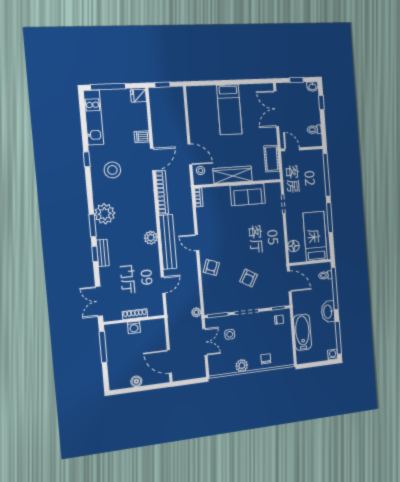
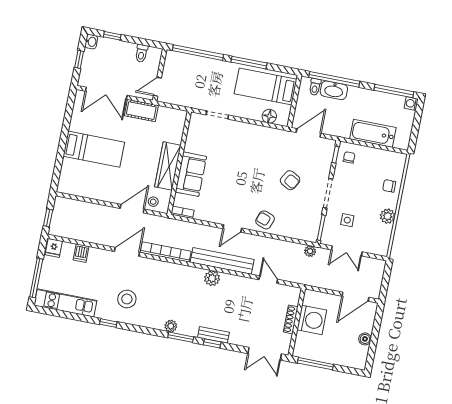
dishwasher: (142, 137) -> (81, 253), moved
door: (153, 159) -> (127, 252), hinge flipped
cot: (272, 159) -> (141, 111), moved
sofa: (248, 194) -> (191, 174), moved
plant: (105, 214) -> (171, 326), width x0.53, depth x0.53
washbasin: (328, 312) -> (334, 90), moved
washing machine: (134, 327) -> (312, 320), width x1.89, depth x1.89
double door: (205, 342) -> (347, 251), swing flipped

